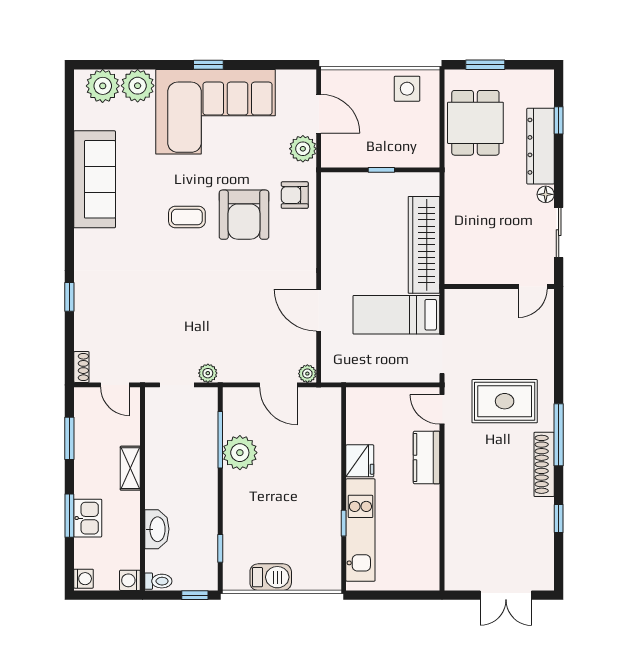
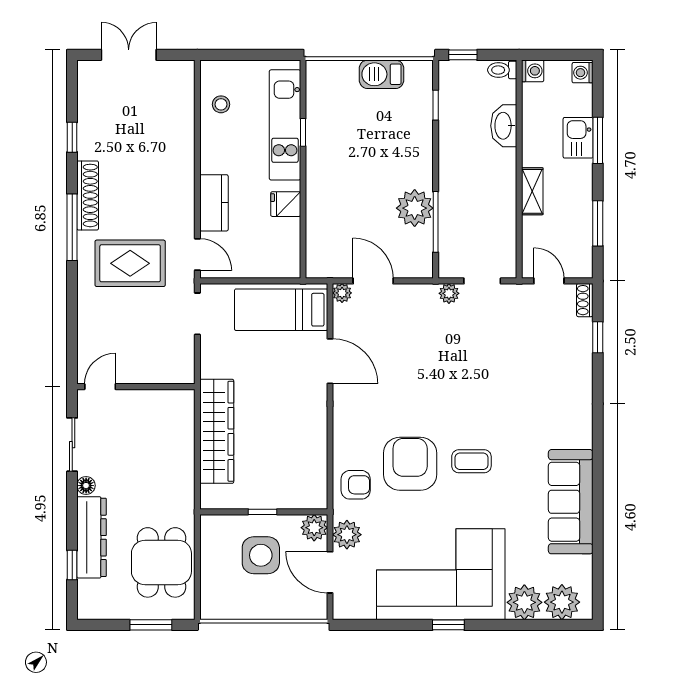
side table: (407, 89) -> (261, 555), moved, width x1.37, depth x1.37
plant: (333, 155) -> (314, 528), added
window: (69, 297) -> (598, 337), moved
bed: (396, 315) -> (281, 310), moved, turned 180
fridge: (360, 461) -> (286, 204), width x0.72
stool: (420, 549) -> (221, 104), added

